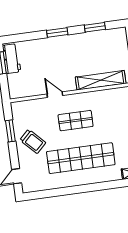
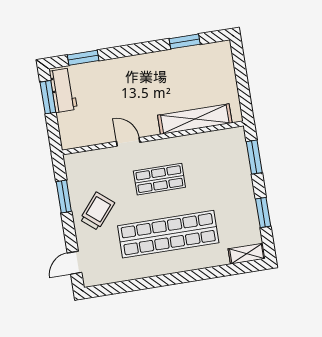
window: (57, 32) -> (83, 58), moved
trolley: (33, 141) -> (97, 211), turned -96

